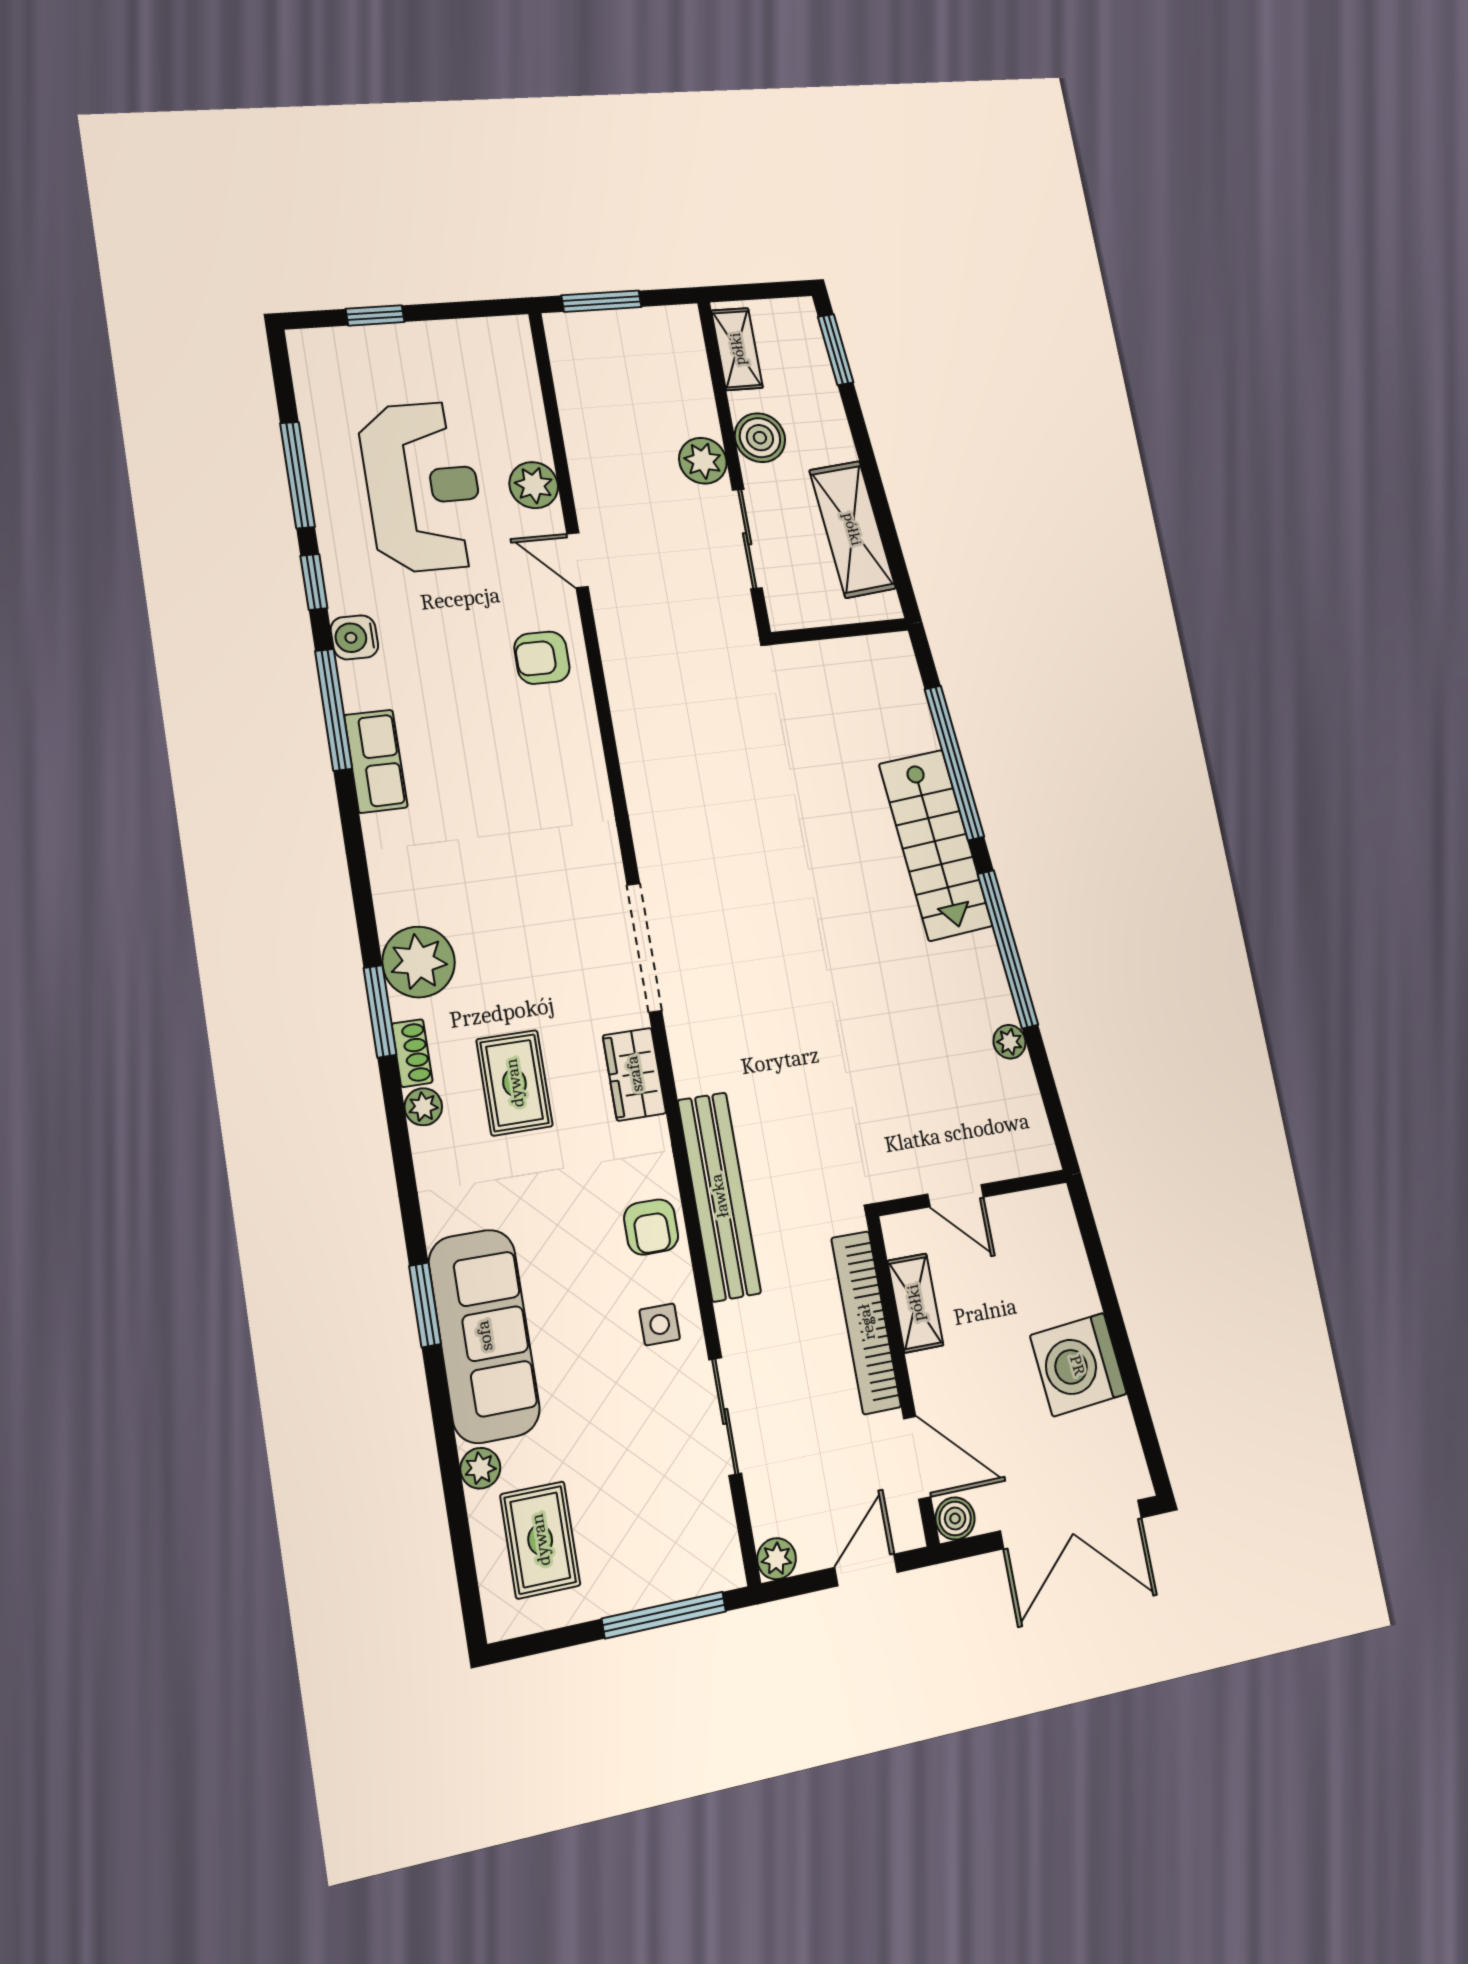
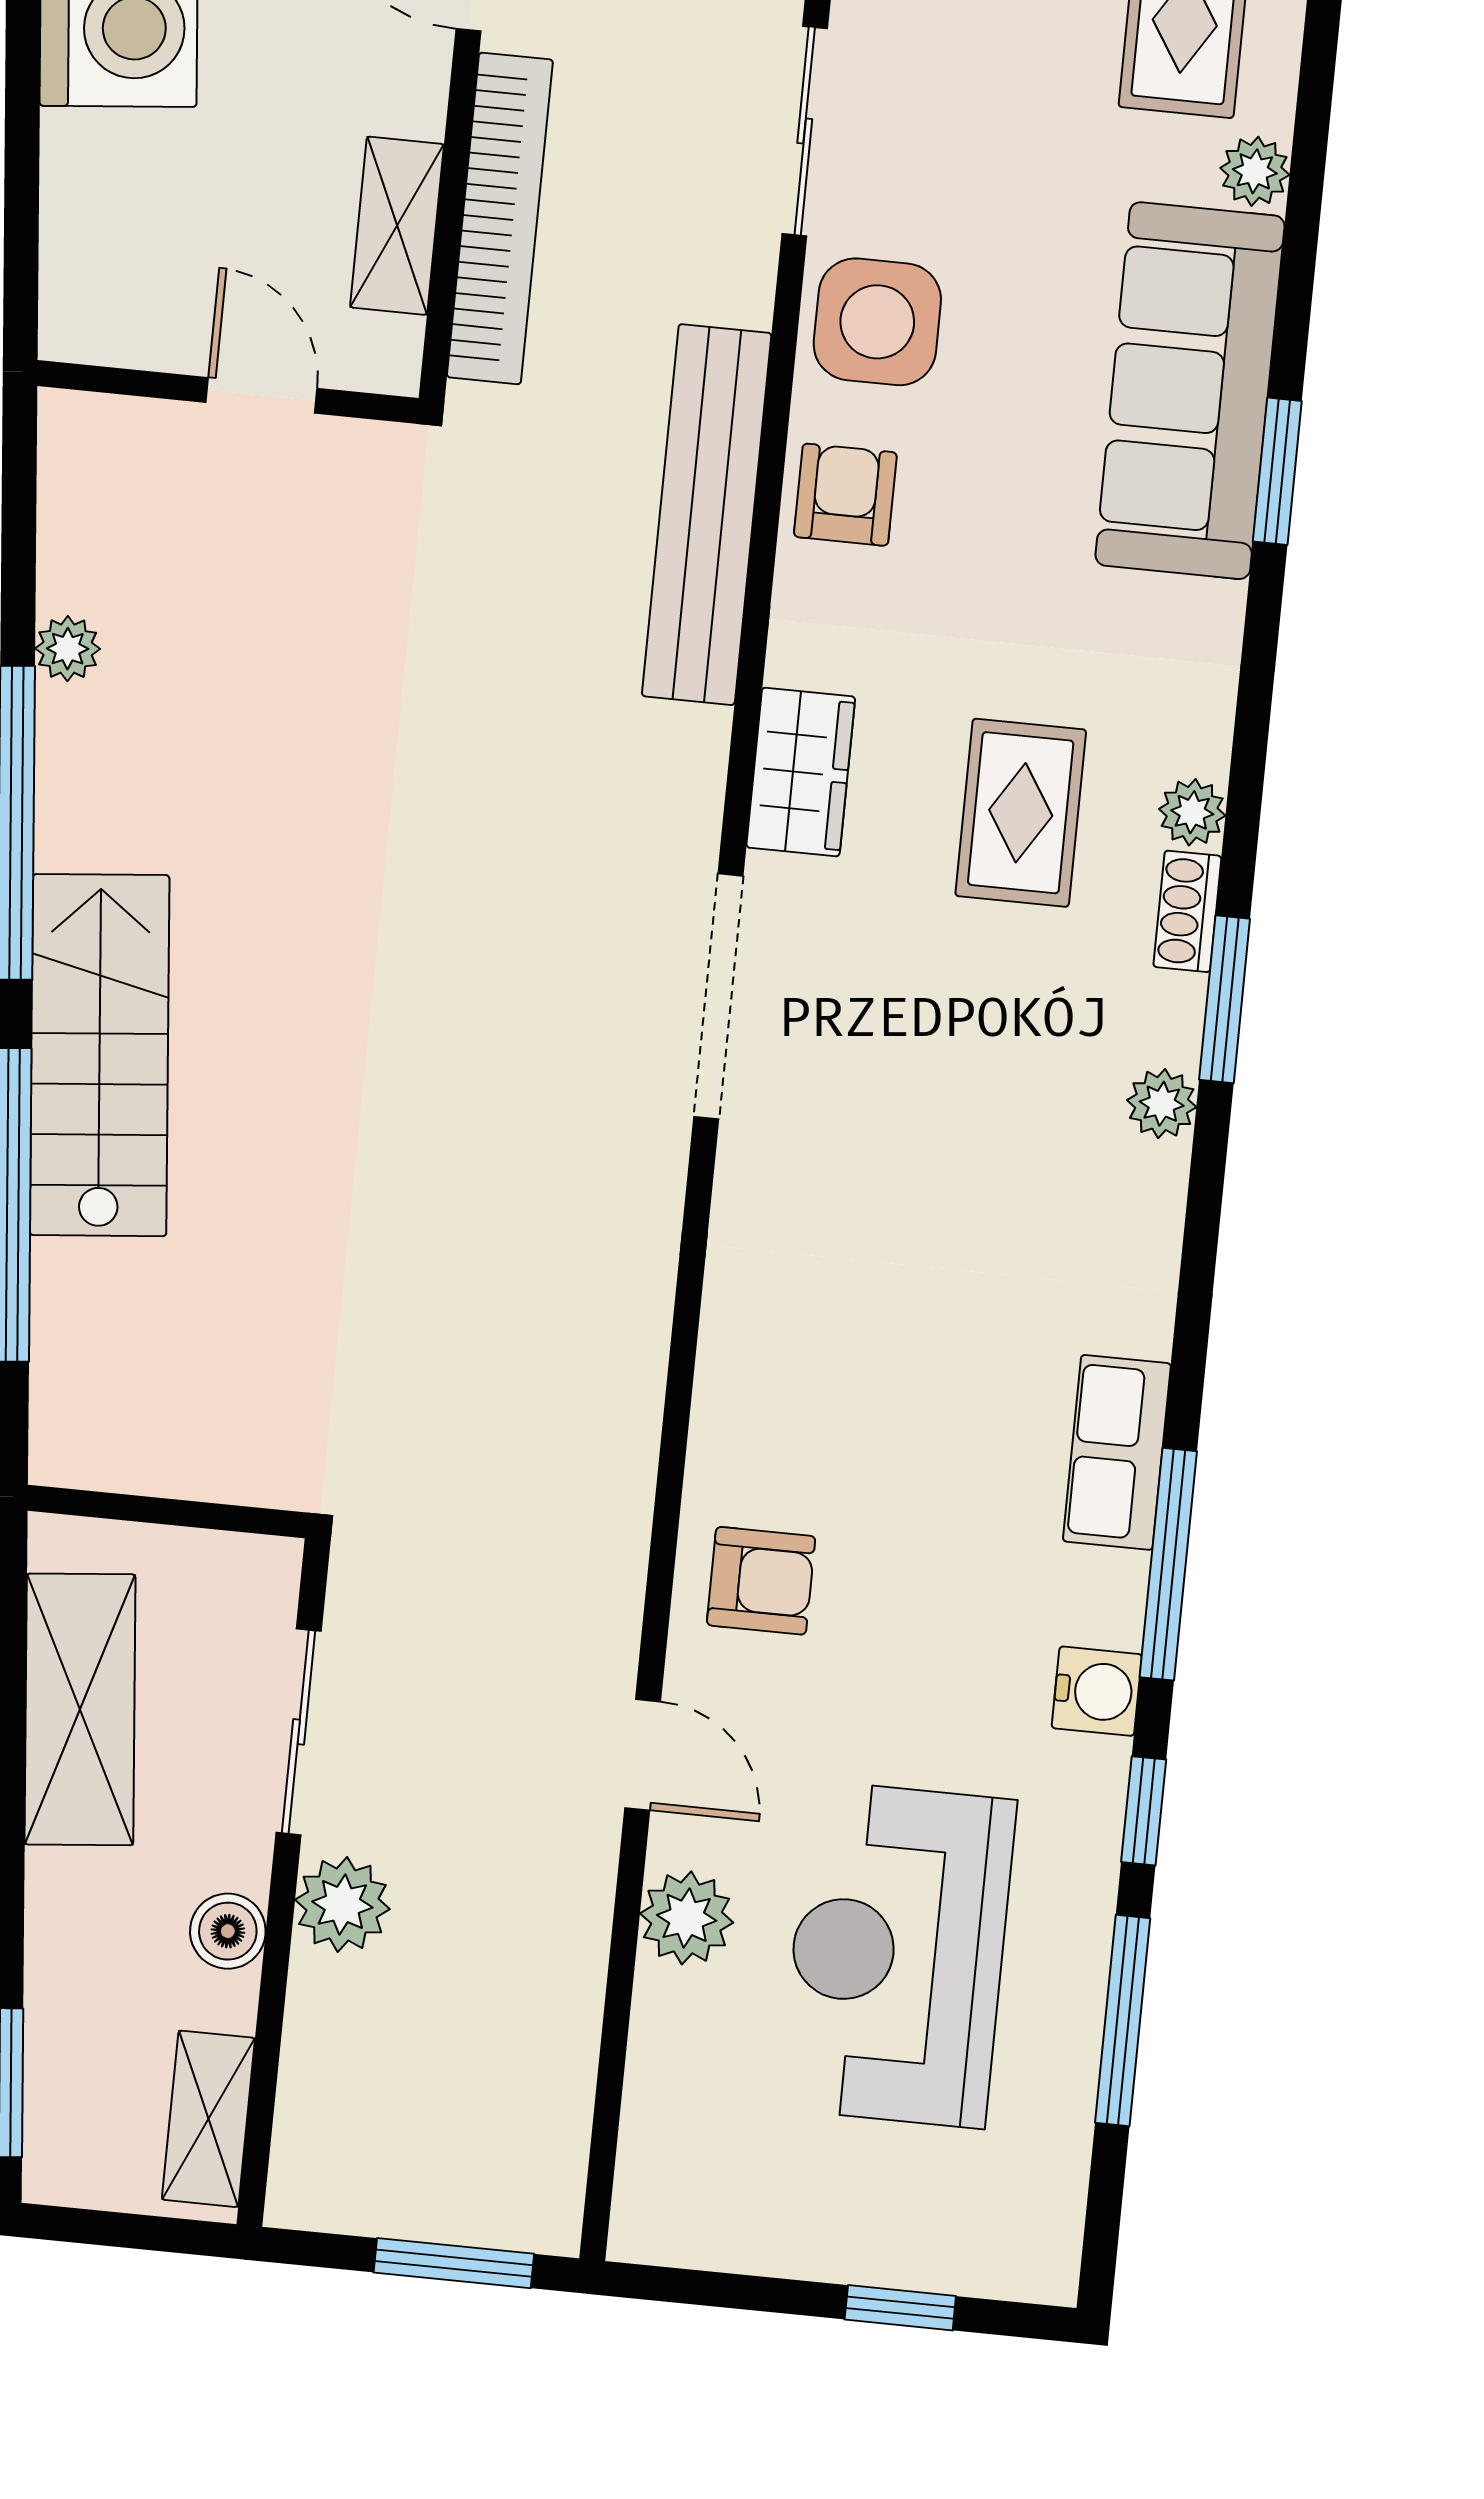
boiler: (760, 438) -> (228, 1931), width x0.73, depth x0.73
plant: (419, 962) -> (1162, 1104), width x0.53, depth x0.53
side table: (660, 1324) -> (877, 322), width x1.87, depth x1.87

